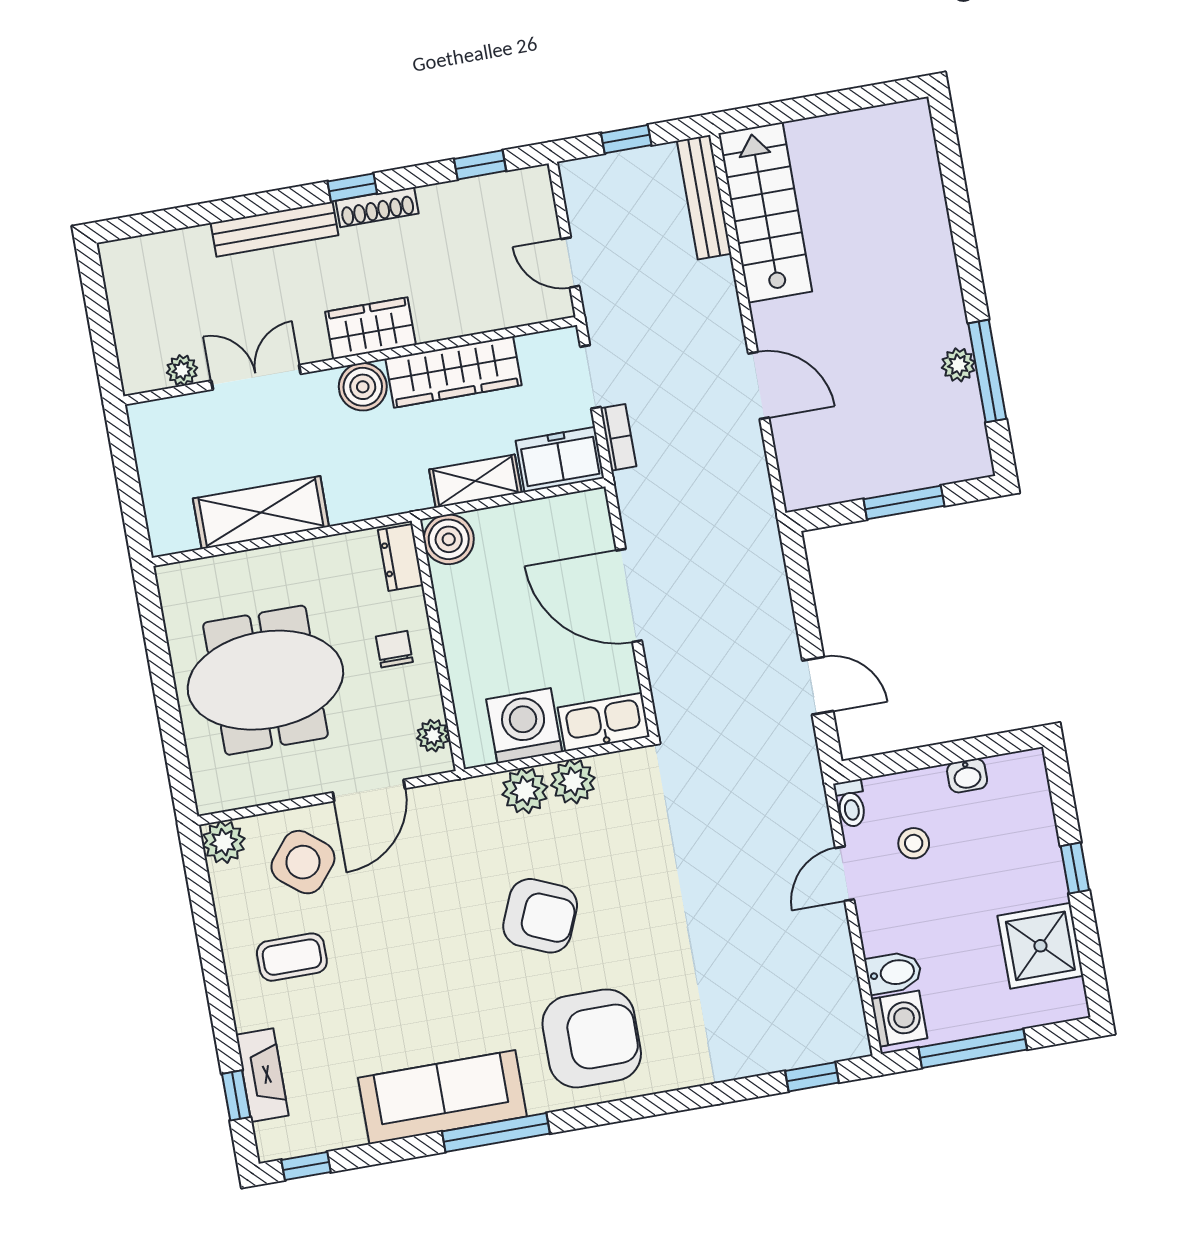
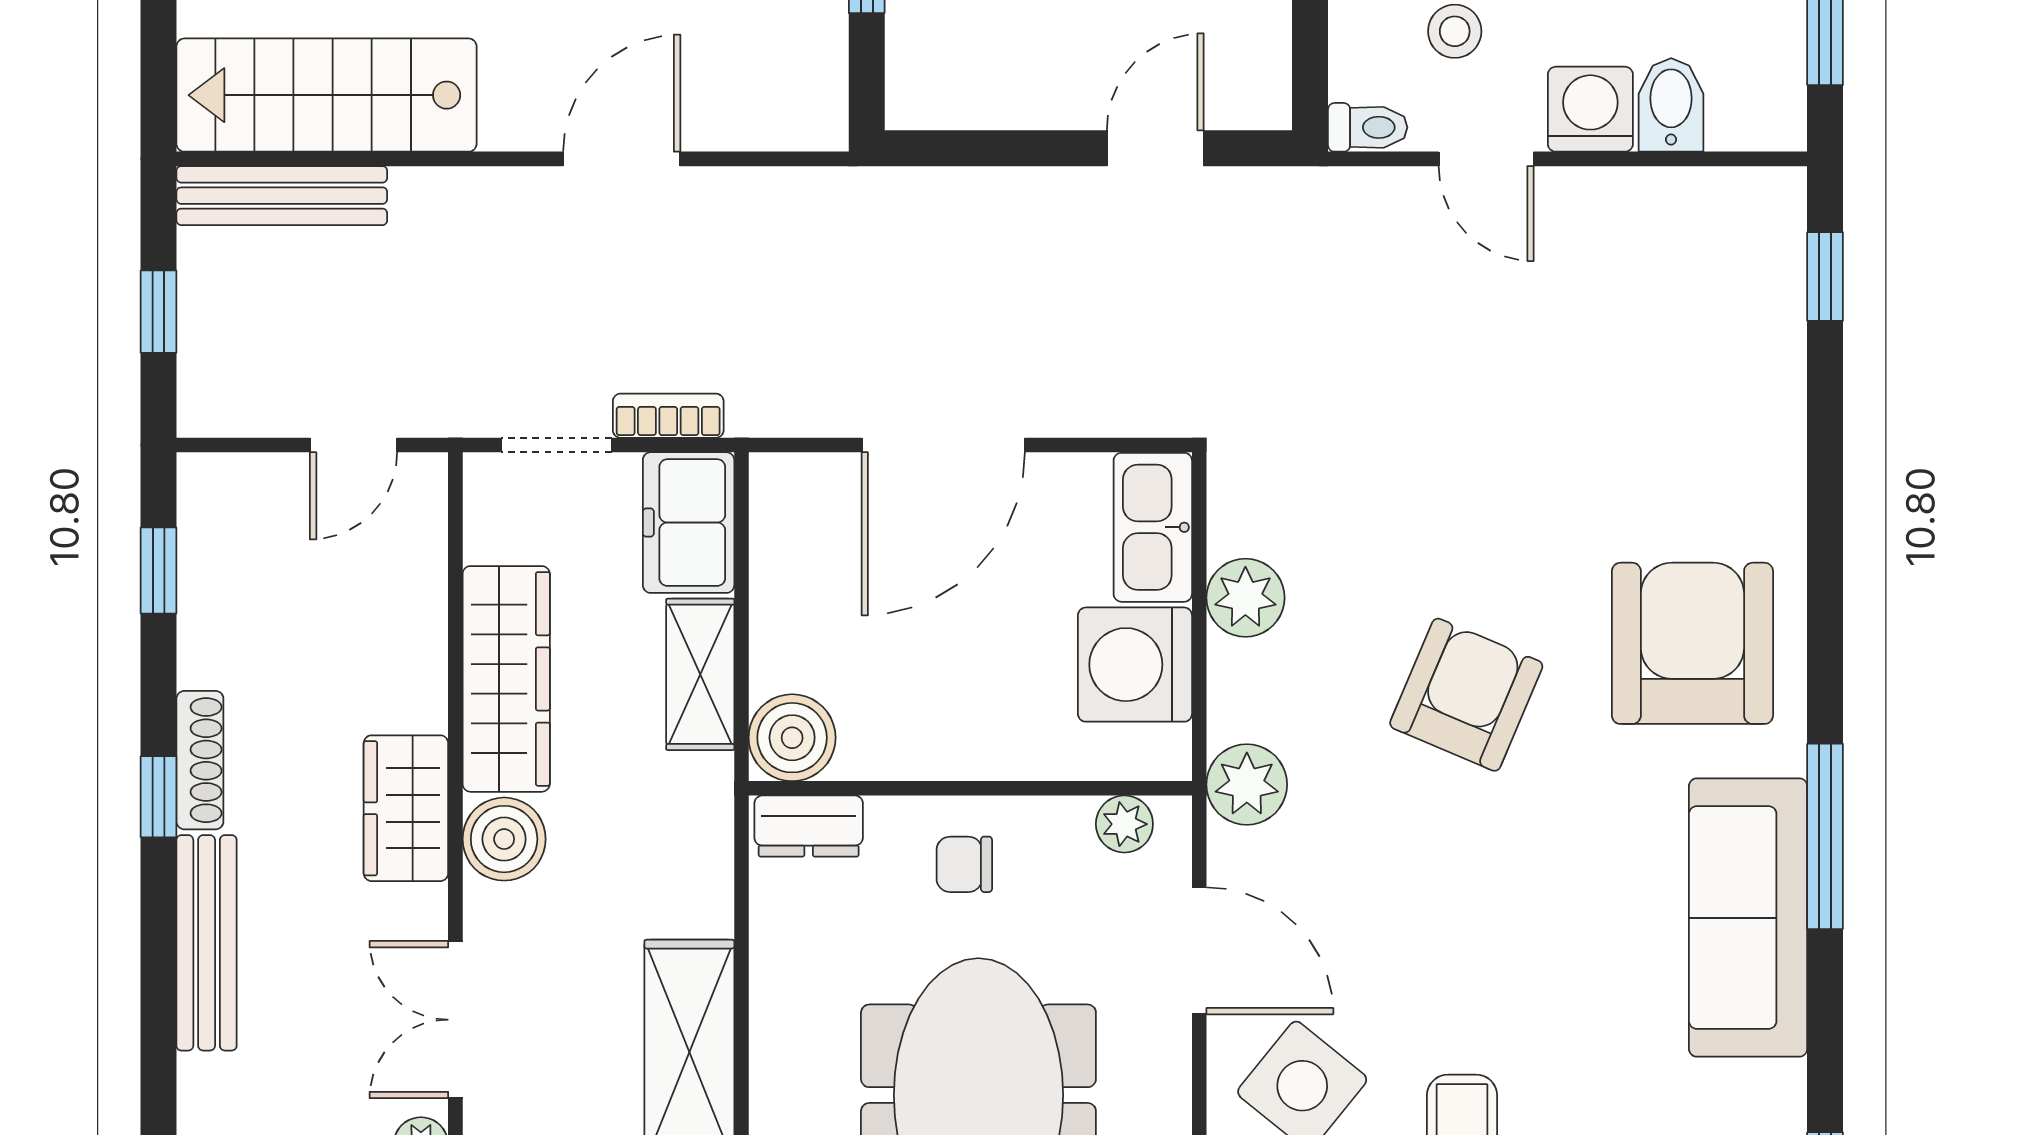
plant: (525, 791) -> (1247, 785), moved
washing machine: (899, 1019) -> (1590, 109), moved

